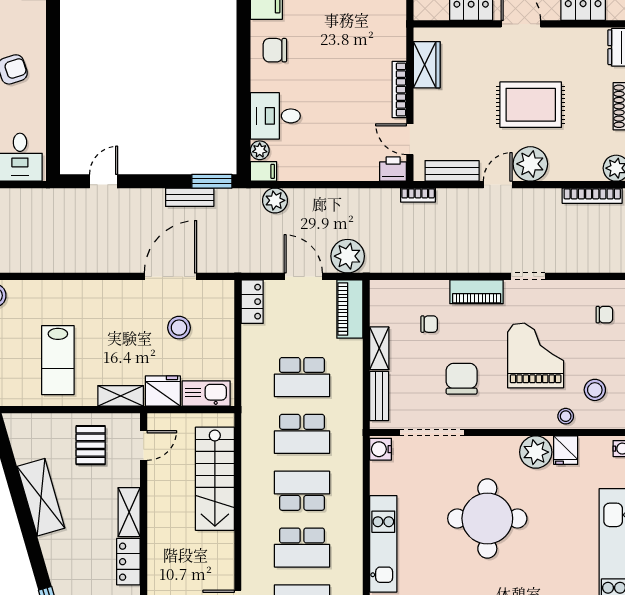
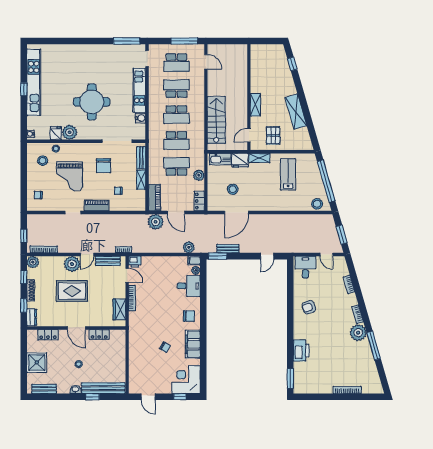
plant: (253, 358) -> (199, 175), added
school desk: (302, 434) -> (176, 141), turned 180
water cooler: (381, 449) -> (141, 118), moved
locker: (128, 562) -> (256, 82), removed

